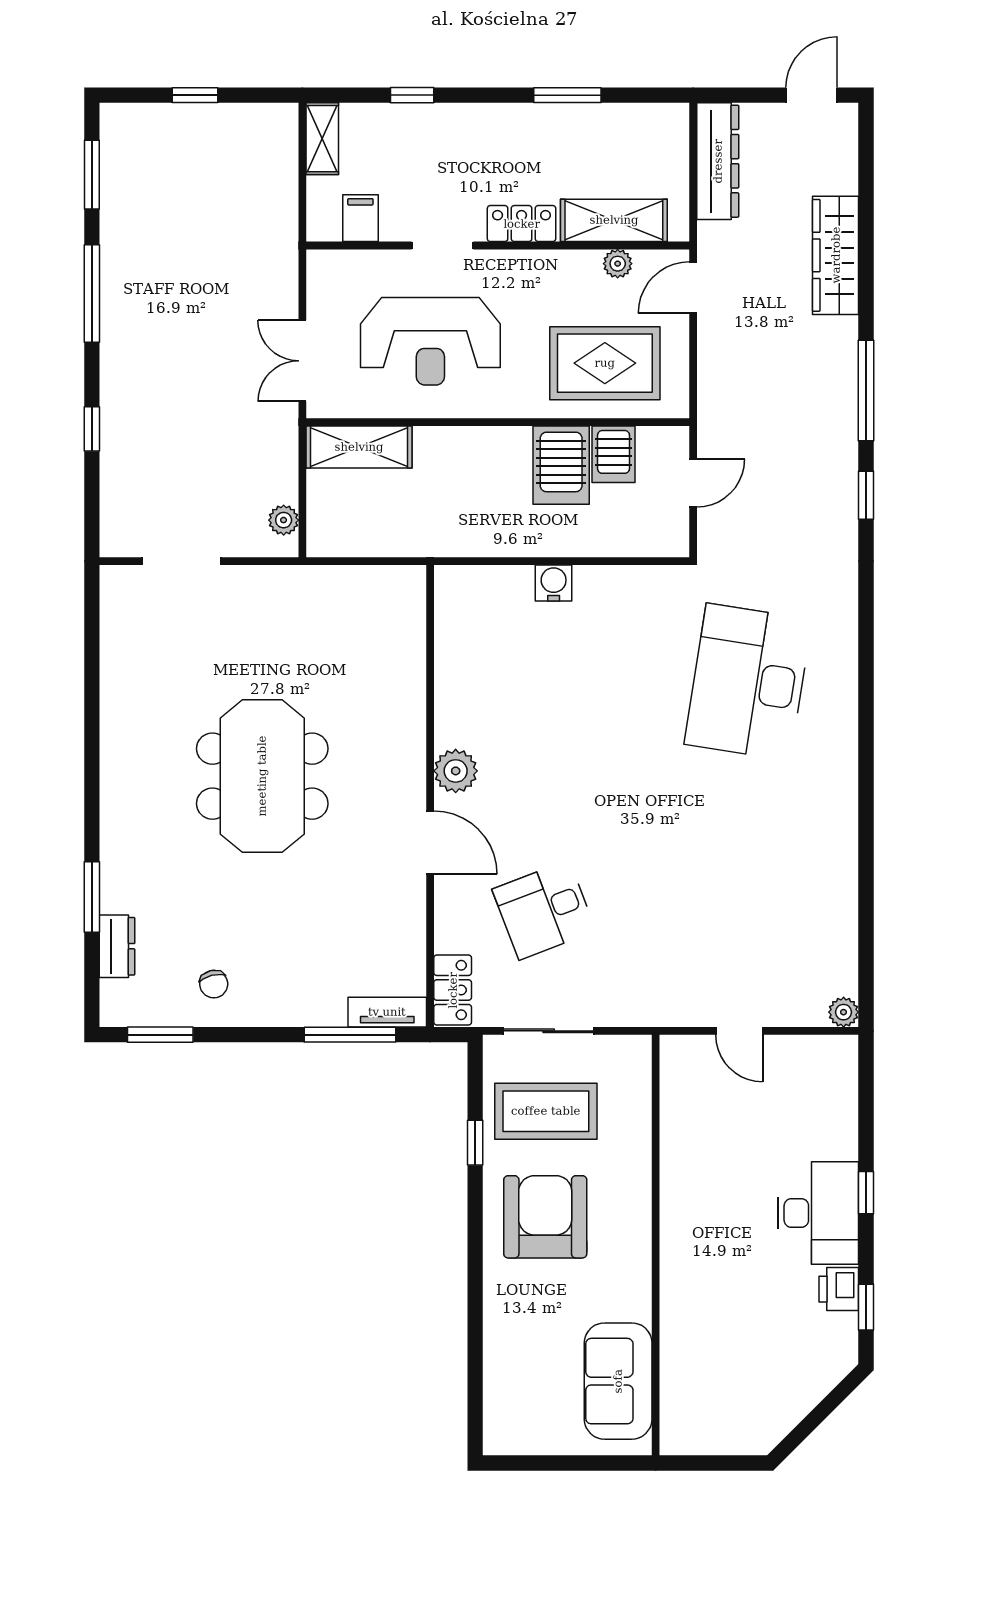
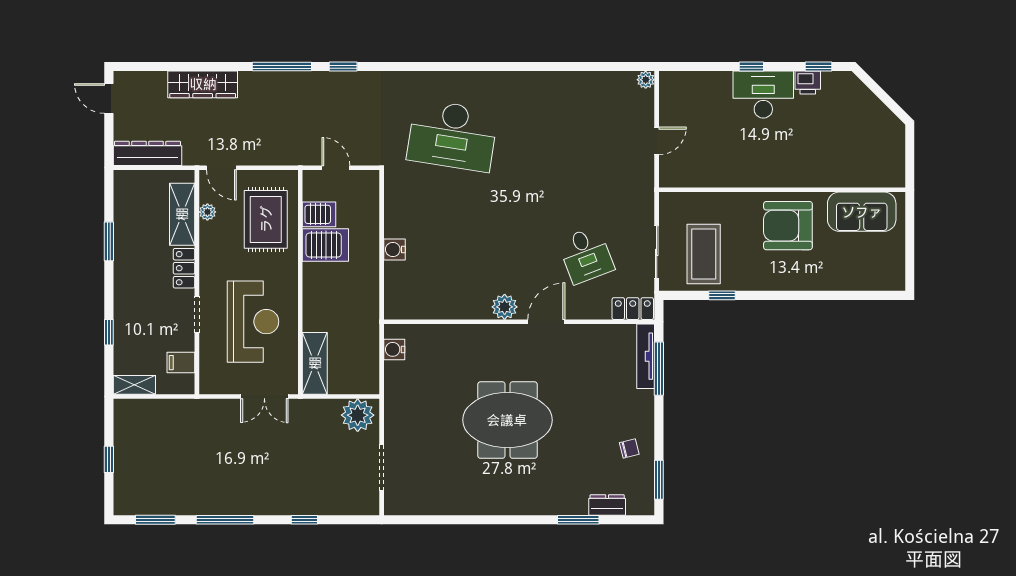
plant: (284, 520) -> (358, 415), width x1.88, depth x1.88
water cooler: (383, 583) -> (394, 349), added
tv unit: (387, 1012) -> (646, 356), width x1.41
armchair: (545, 1217) -> (788, 226), moved

